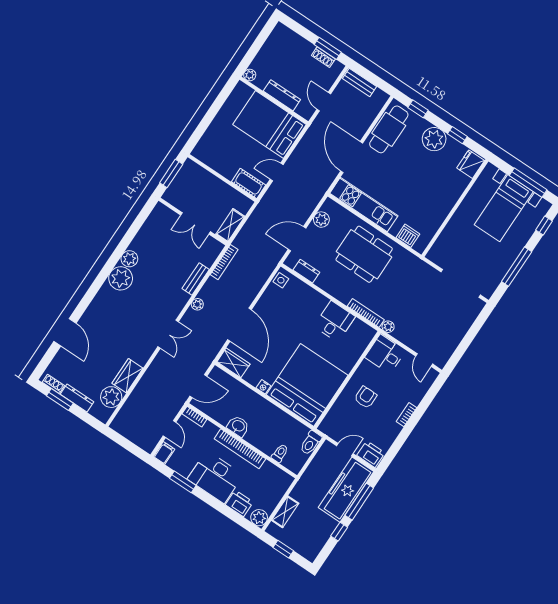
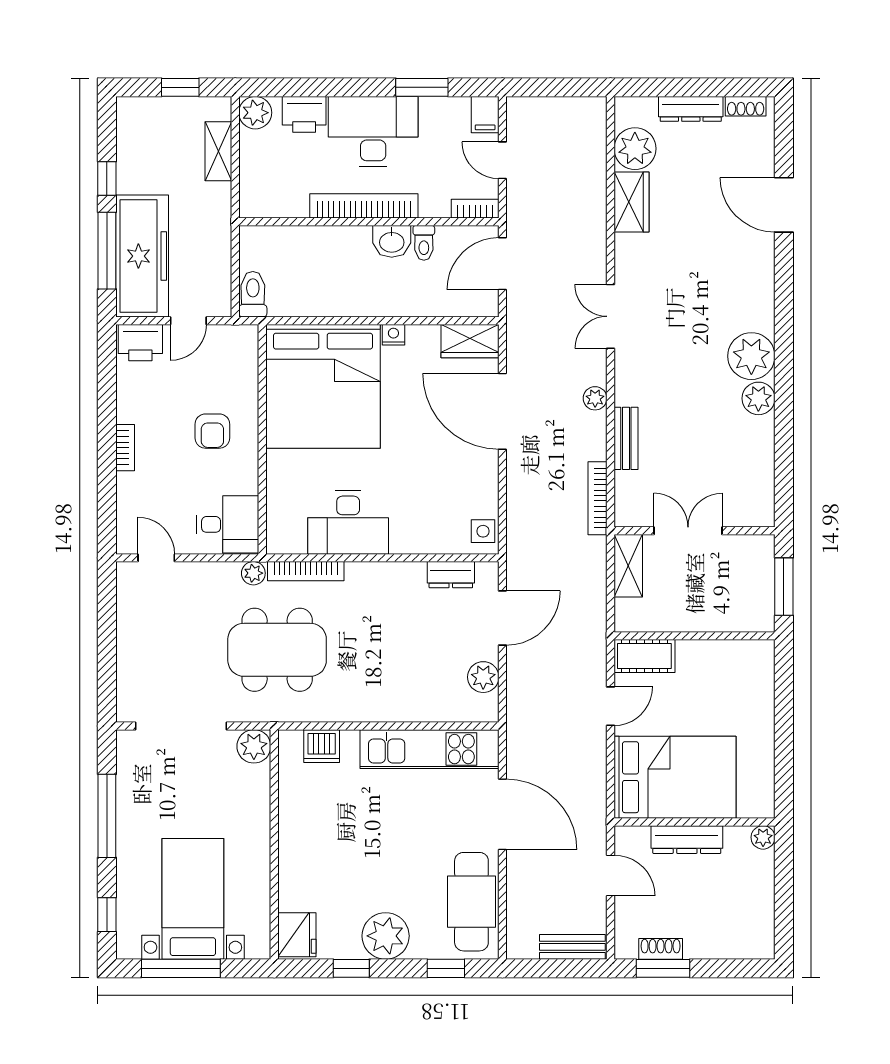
dining table: (364, 254) -> (277, 650), moved
plant: (436, 255) -> (254, 746), added
desk: (335, 321) -> (348, 523), width x1.37
window: (60, 400) -> (718, 87), removed
toilet: (280, 453) -> (424, 243), moved

